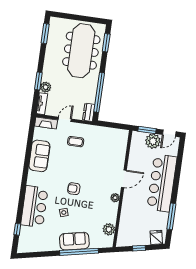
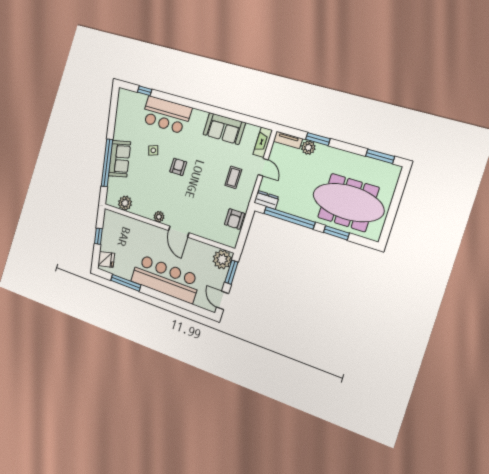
window: (106, 43) -> (336, 233), moved
armchair: (107, 135) -> (234, 219), added
plant: (153, 141) -> (222, 259), moved

